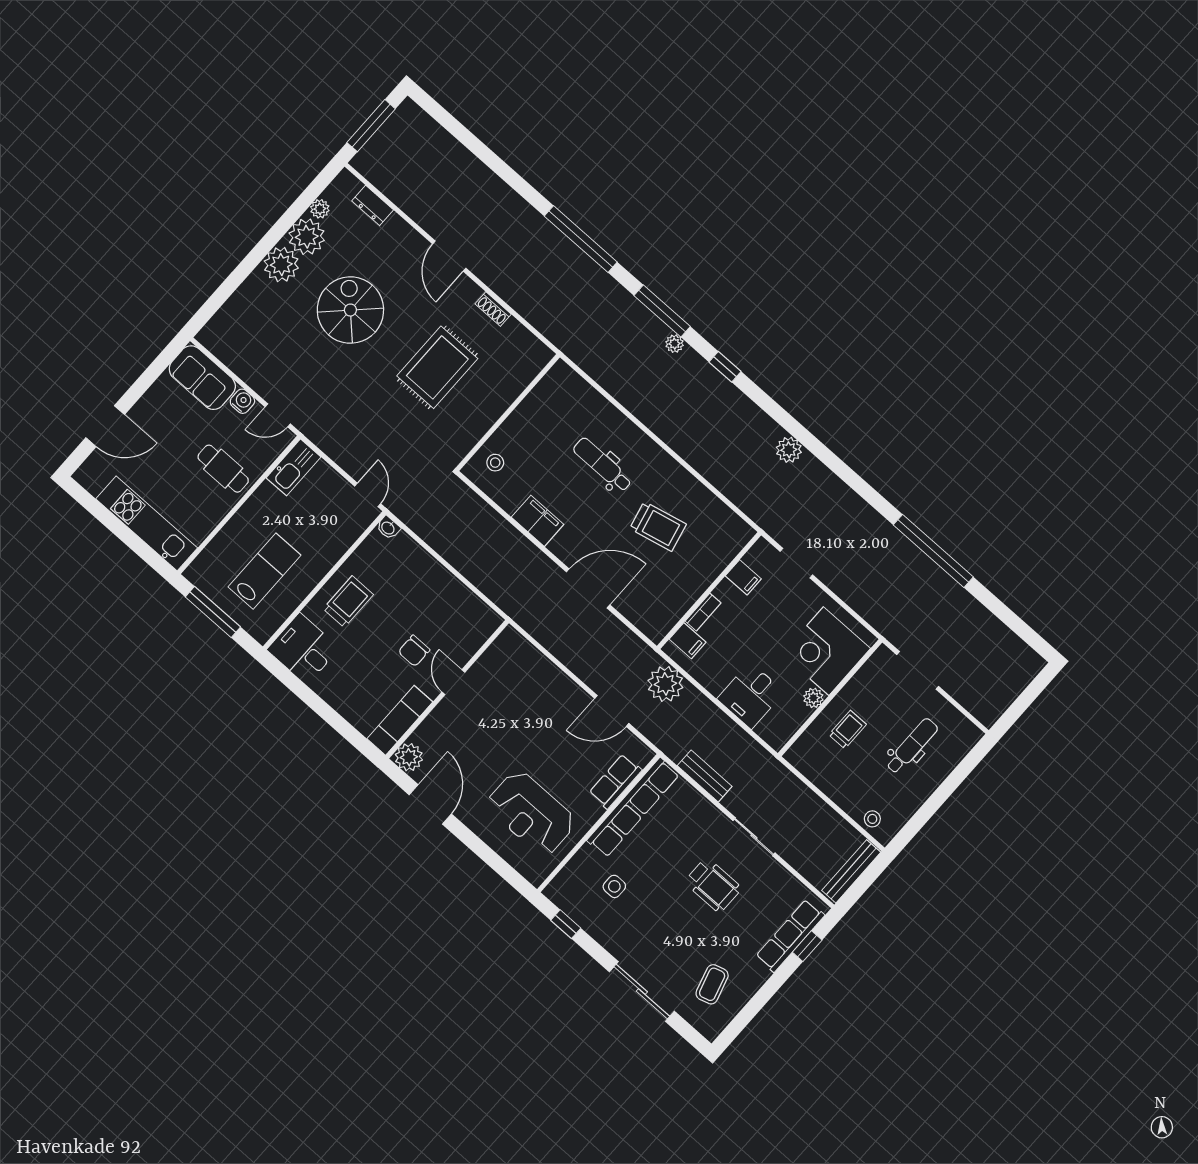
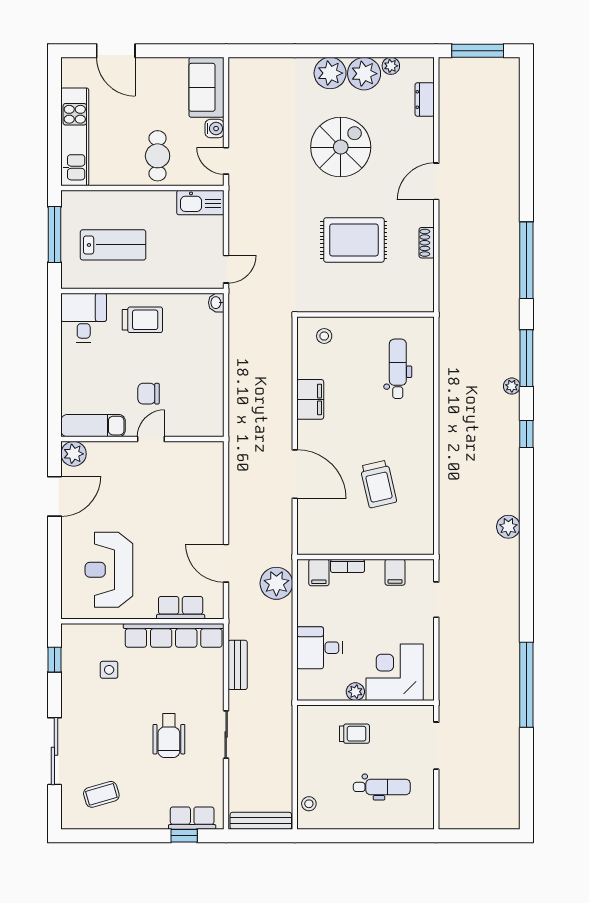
dental chair: (602, 465) -> (398, 369), moved
row of seats: (790, 936) -> (192, 818), width x0.68

